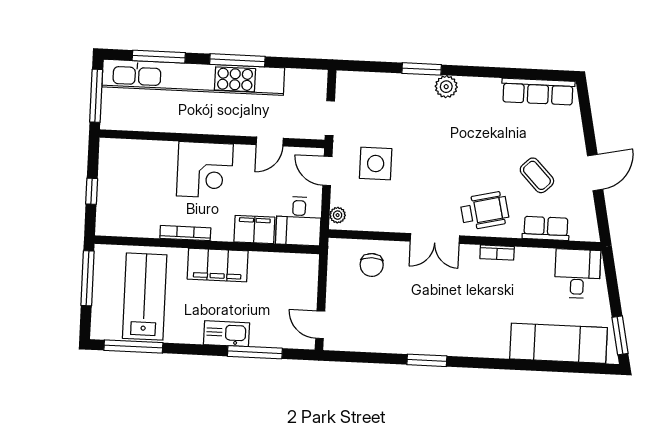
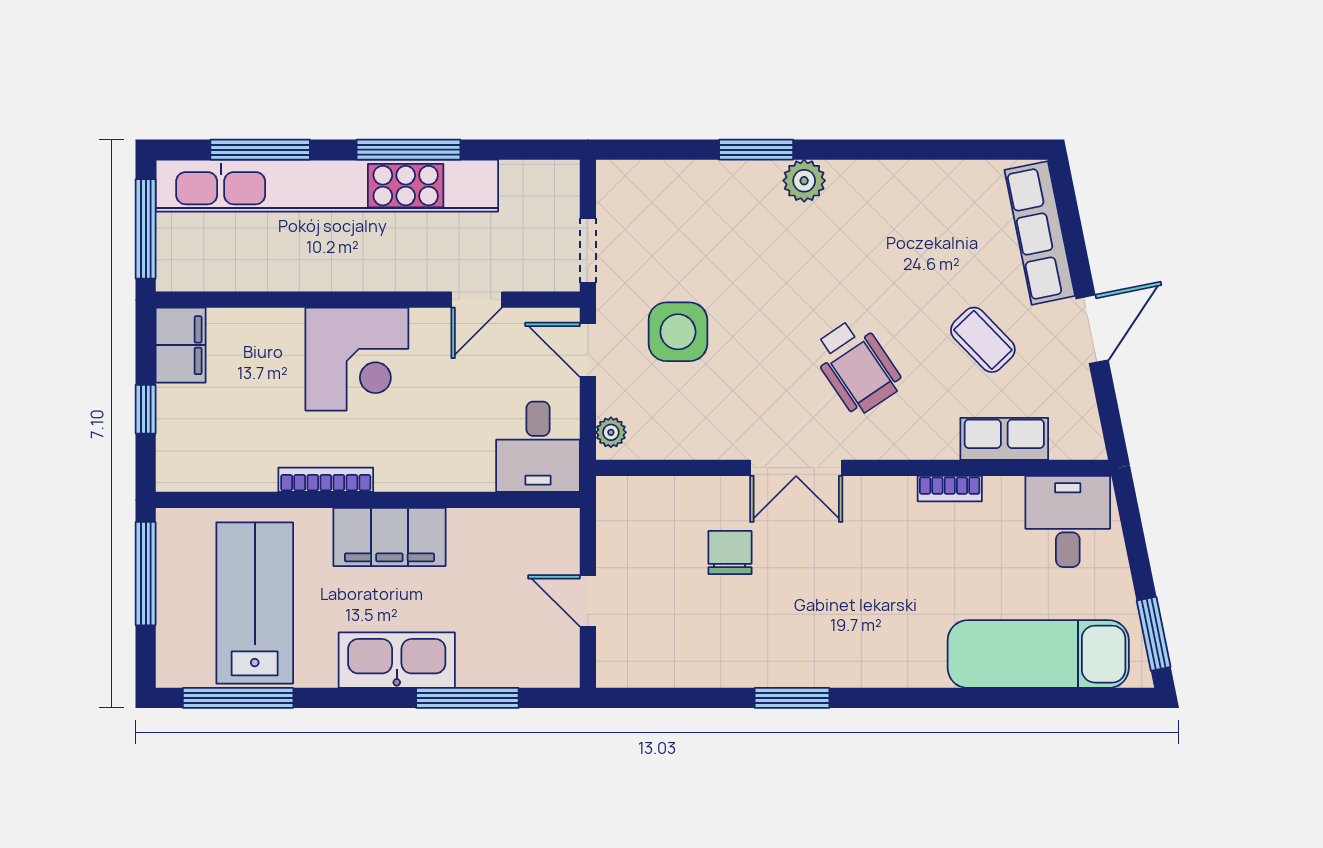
row of seats: (538, 92) -> (1040, 233), moved, turned 79
wheelchair: (485, 211) -> (857, 367), moved, turned 69
filing cabinet: (254, 230) -> (181, 345), moved, turned 90
bookcase: (497, 253) -> (950, 489), moved
chair: (372, 265) -> (730, 553), moved, turned 180
door: (320, 325) -> (588, 601), moved
kitchen sink: (226, 334) -> (397, 660), width x1.36, depth x1.24

